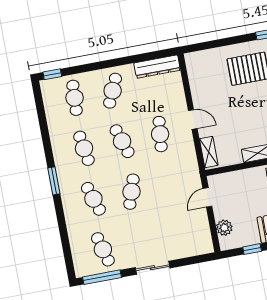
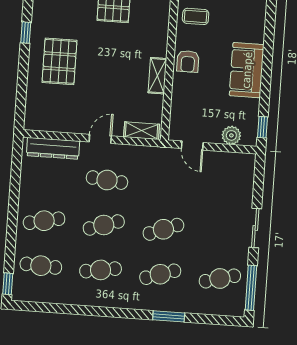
dresser: (157, 67) -> (53, 148), moved, turned 90
cafe table: (113, 91) -> (44, 221), turned -36
window: (54, 181) -> (169, 316), moved
cafe table: (131, 192) -> (163, 229), turned -39
window: (252, 249) -> (262, 127), moved

